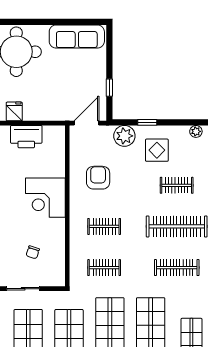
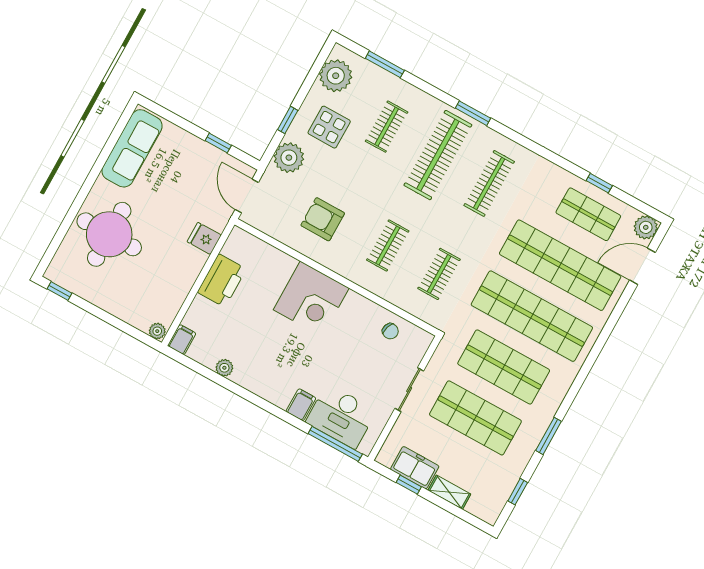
fridge: (14, 111) -> (204, 238), moved
plant: (196, 131) -> (336, 76), width x1.88, depth x1.88
chair: (33, 252) -> (390, 331), moved

